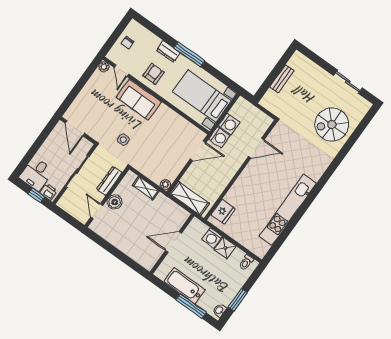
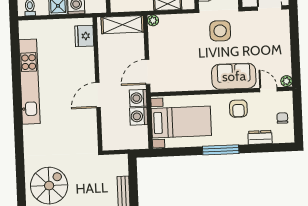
dresser: (168, 51) -> (260, 137), moved
side table: (123, 140) -> (220, 31), width x1.87, depth x1.87
door: (256, 148) -> (98, 95), moved

